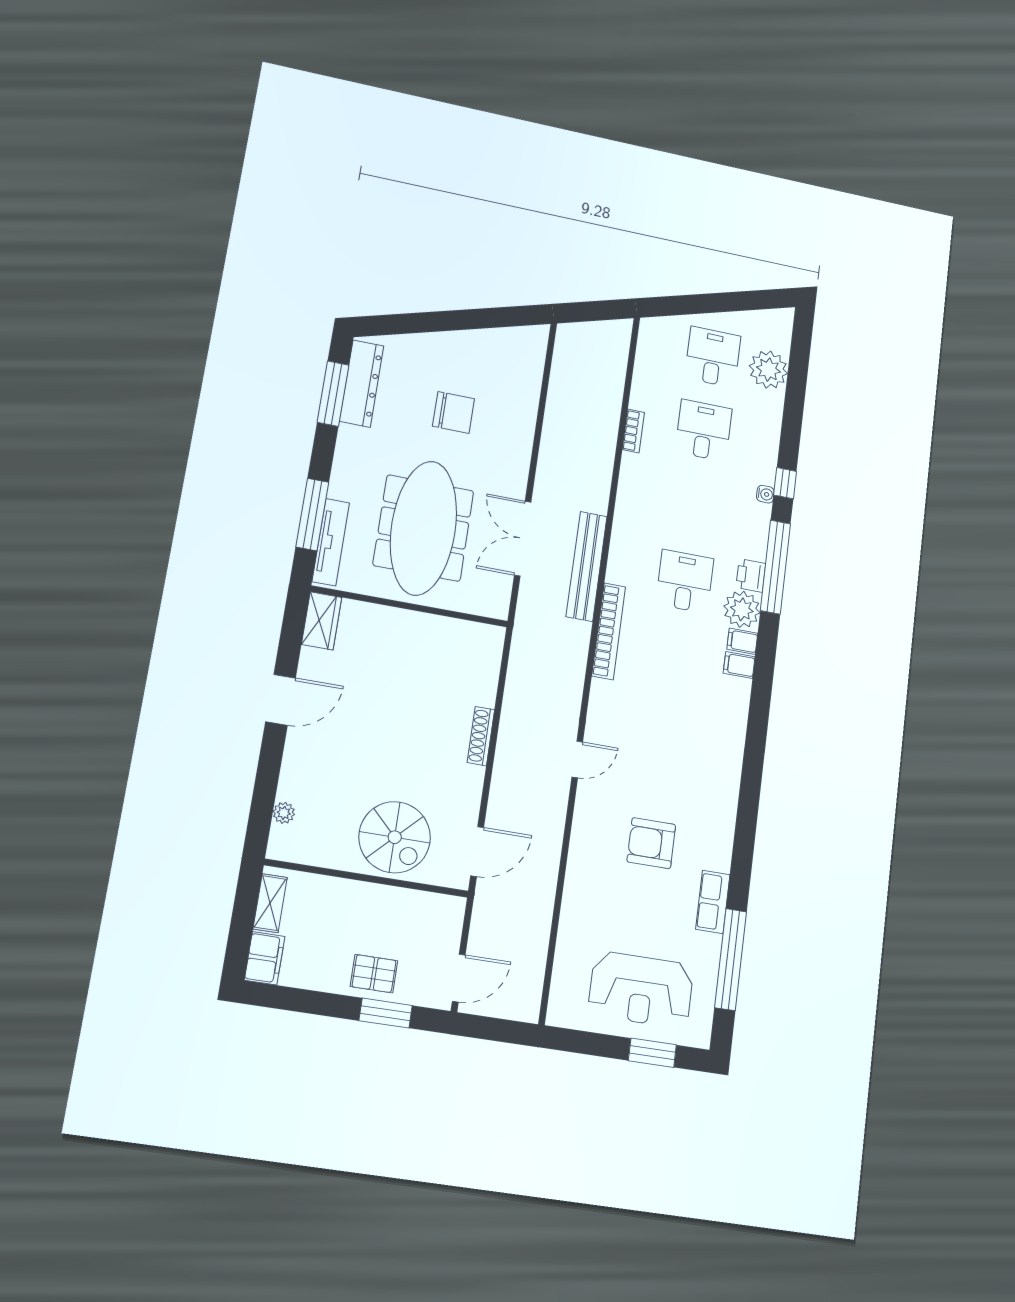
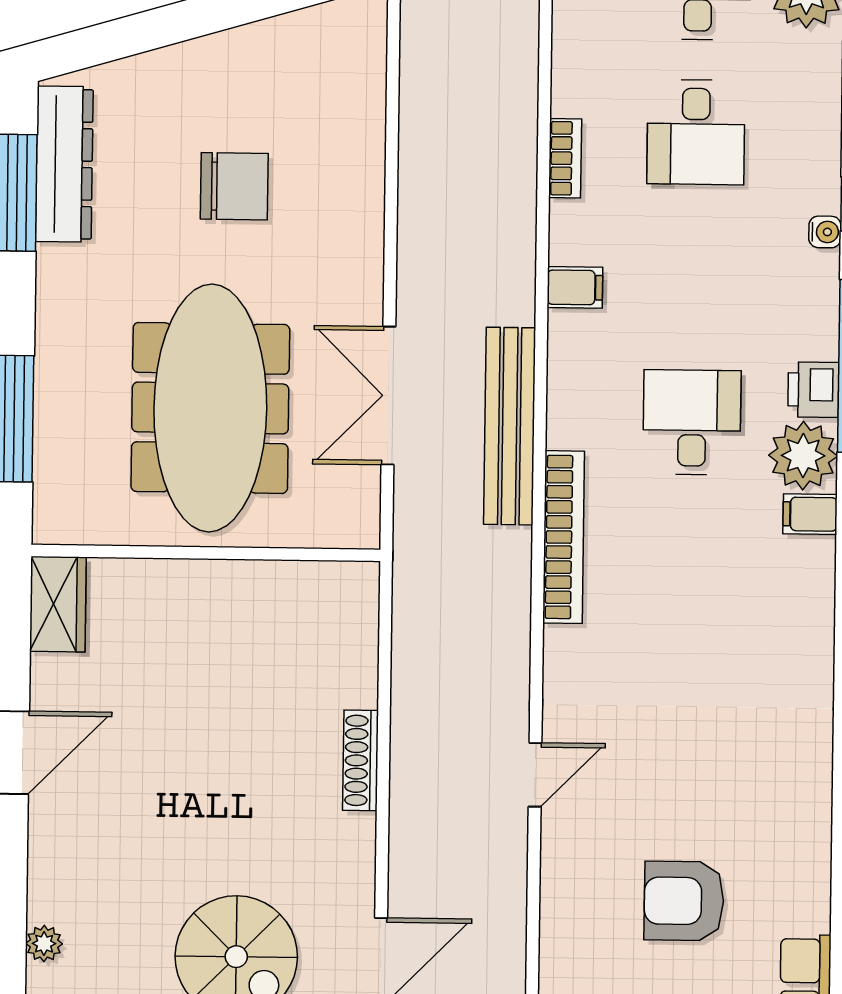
desk: (704, 430) -> (696, 132), turned 180
tv unit: (331, 542) -> (53, 462), removed
filing cabinet: (739, 665) -> (575, 287), moved, turned 180

